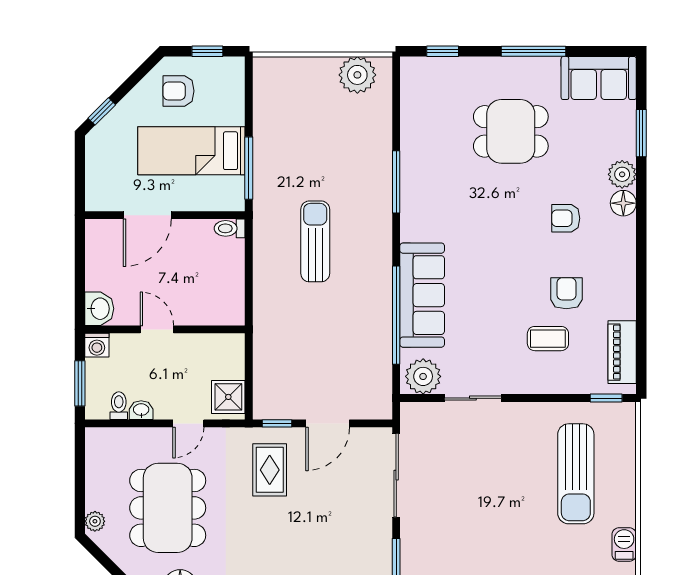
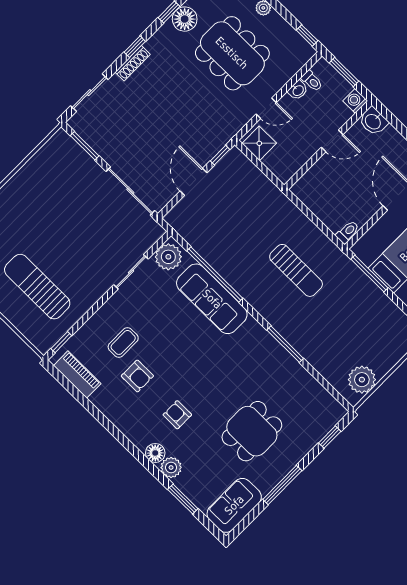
armchair: (566, 218) -> (177, 415), turned -90
door: (188, 423) -> (266, 108), swing flipped
window: (80, 453) -> (307, 35), added
rug: (270, 470) -> (199, 127), removed

